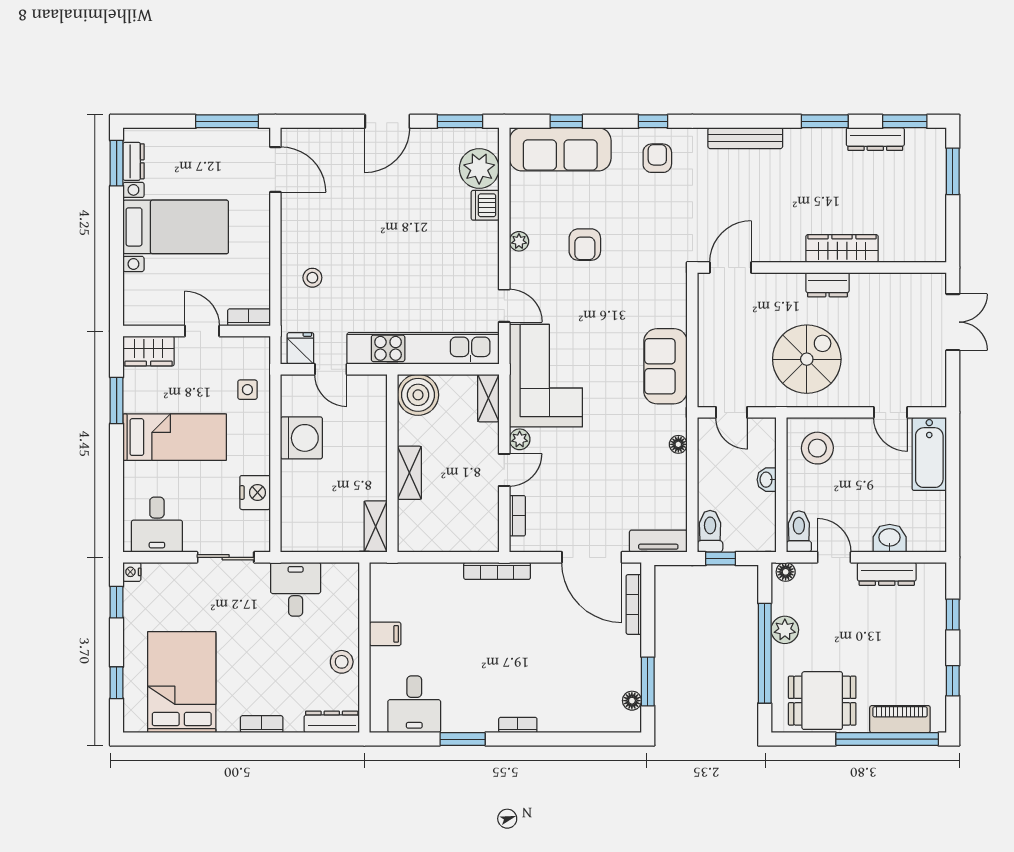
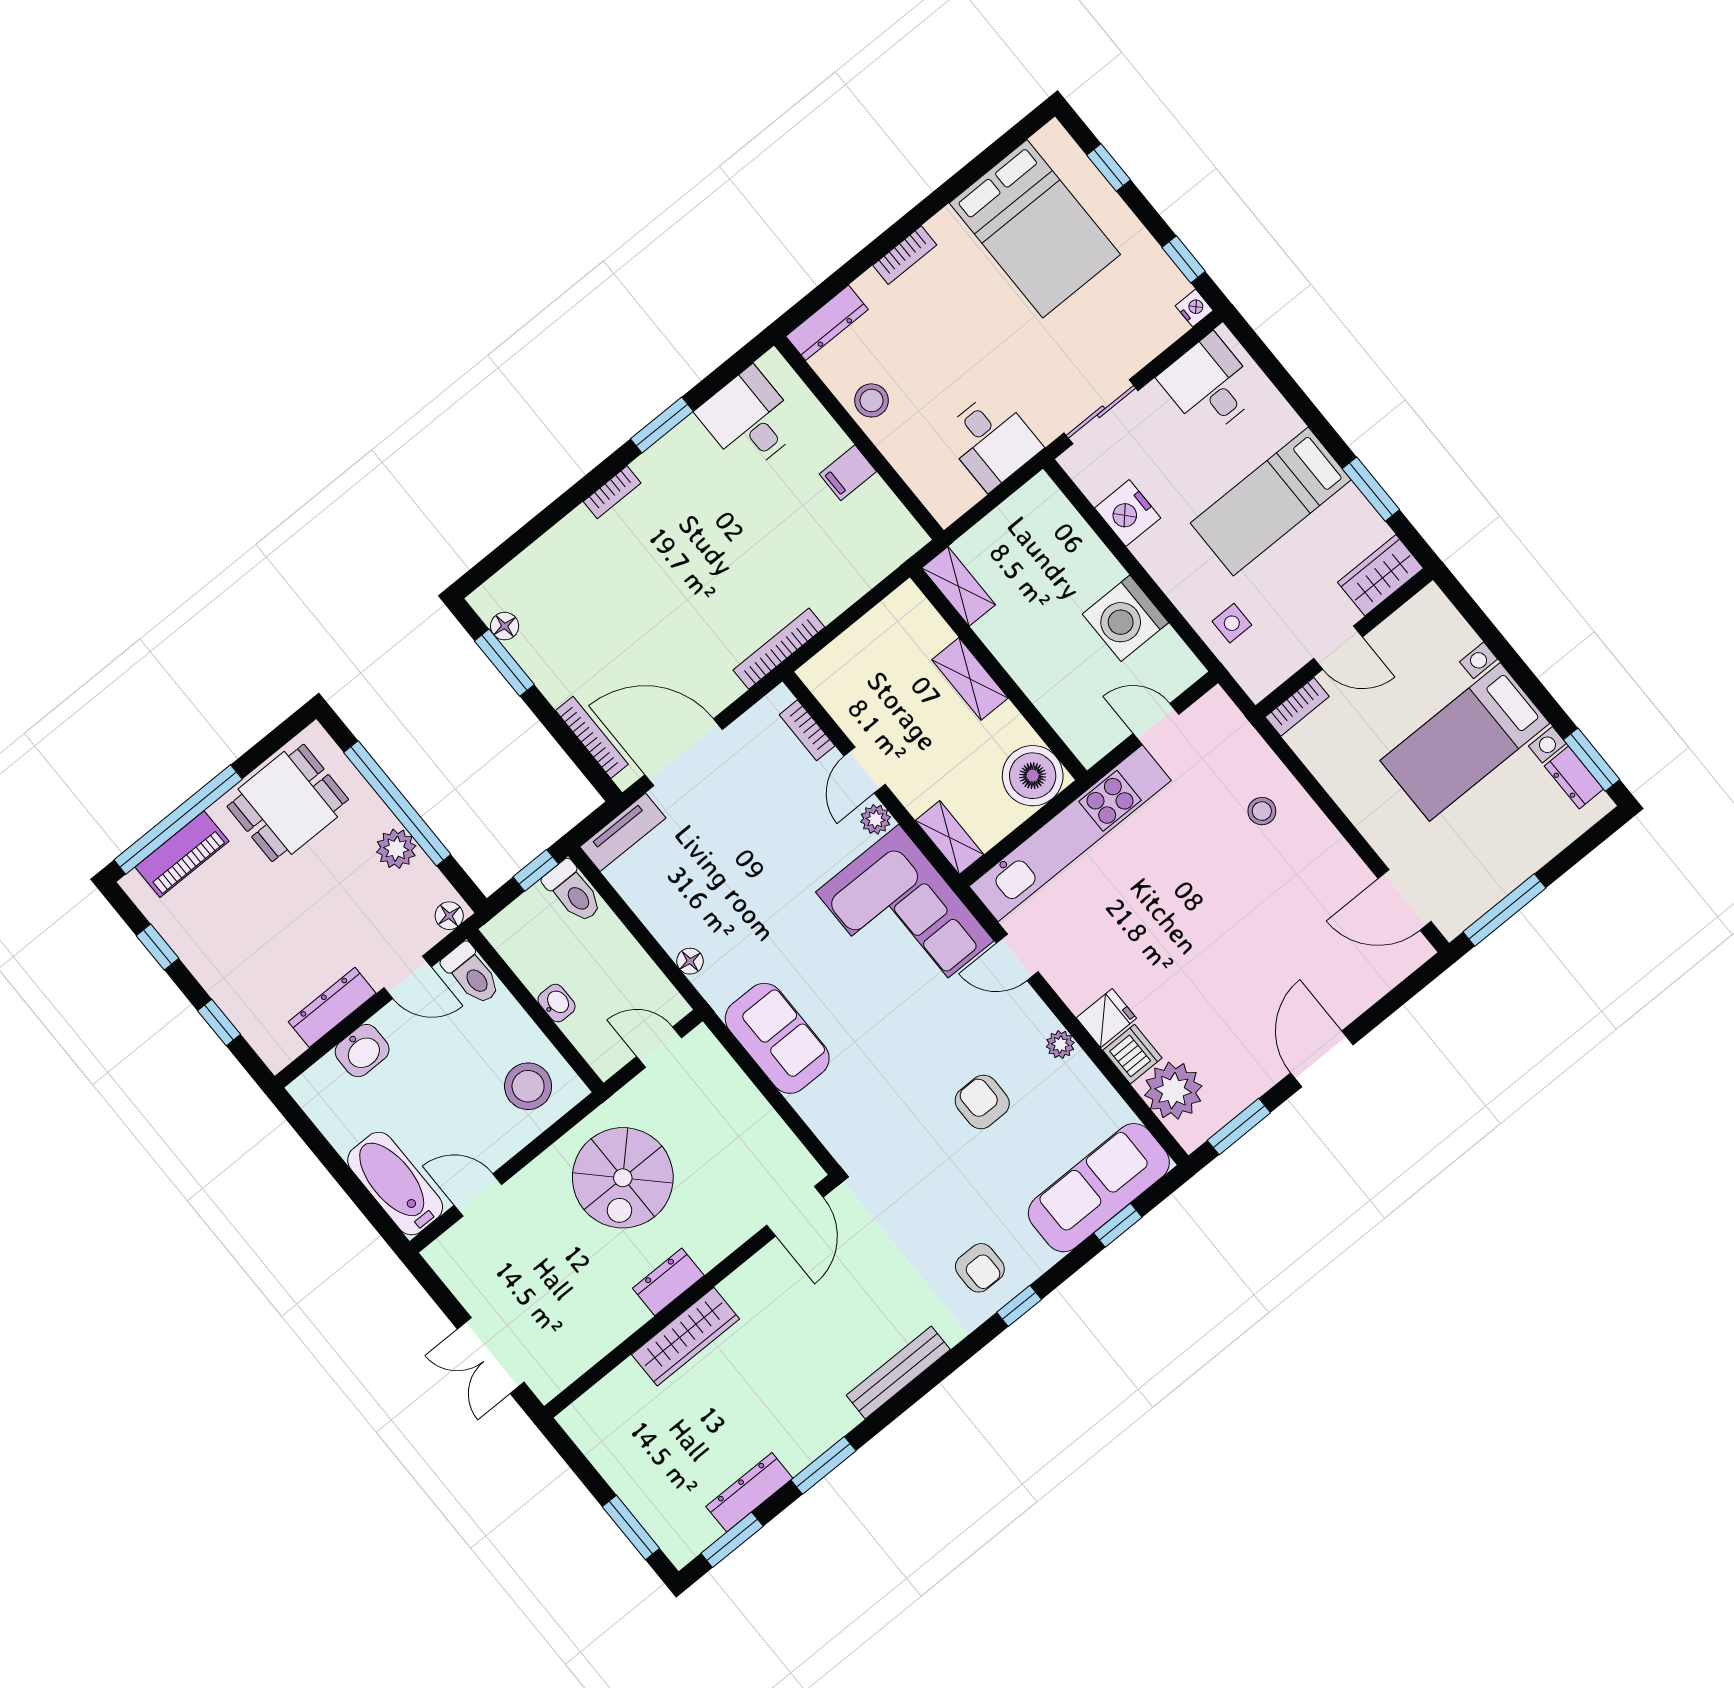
fridge: (300, 348) -> (1106, 1018), moved, turned -90

